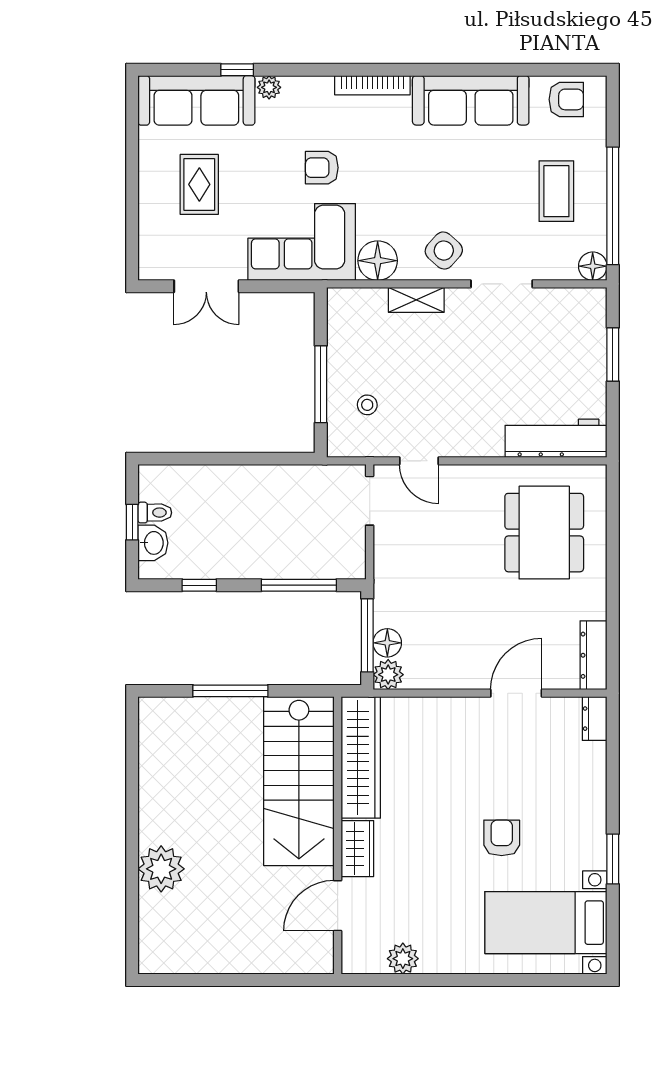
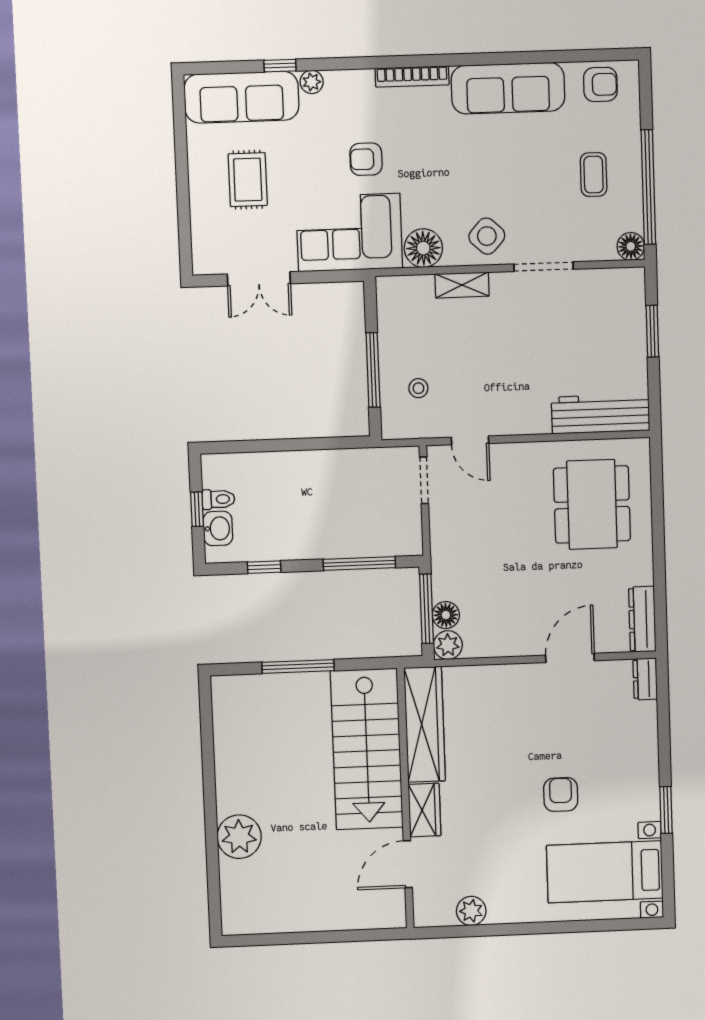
coffee table: (556, 191) -> (594, 174), width x0.73, depth x0.77

